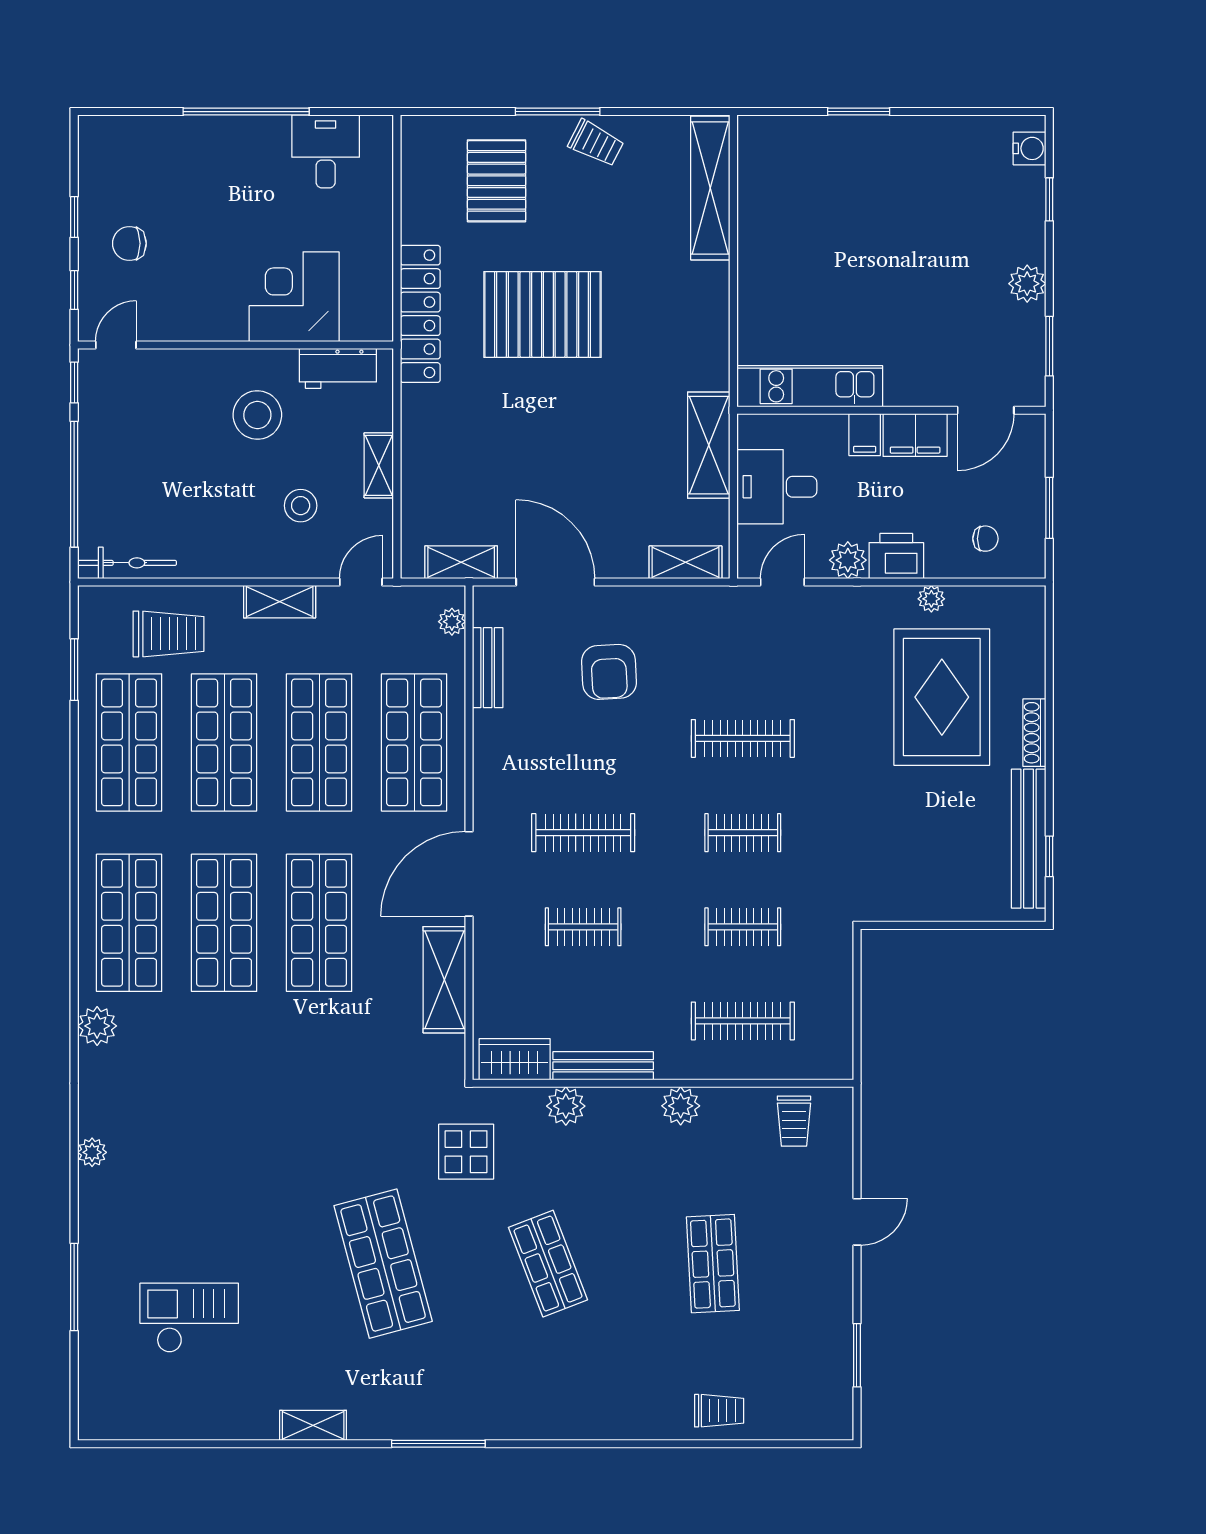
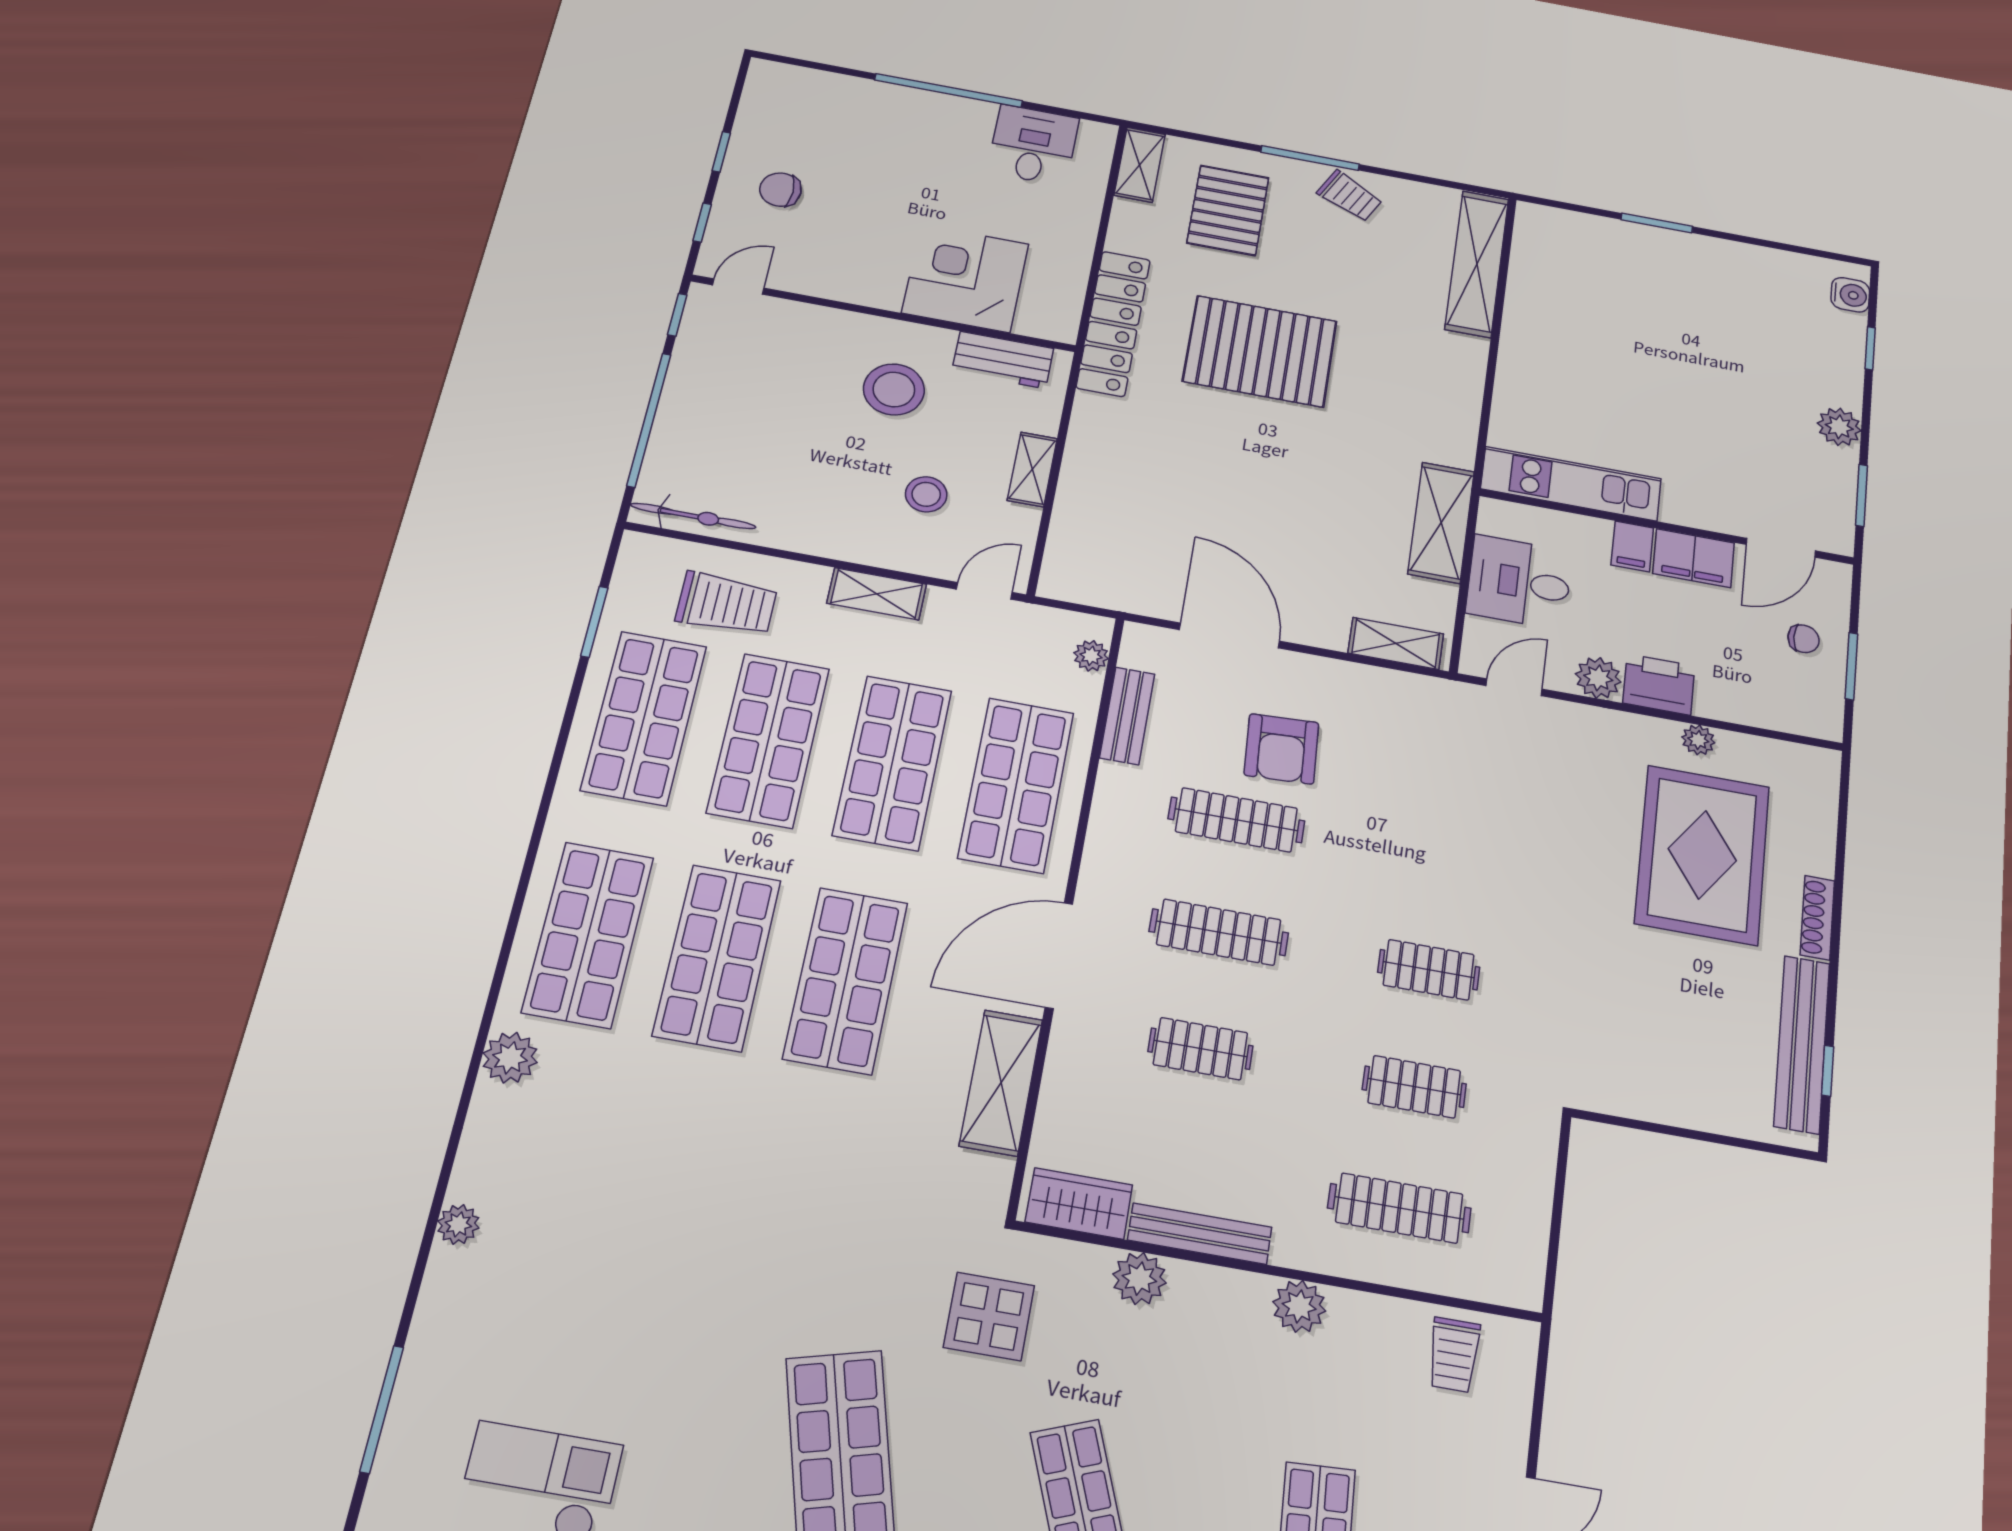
chair: (985, 539) -> (1804, 639), moved
shelving: (461, 562) -> (1140, 165), moved, turned 90
clothes rail: (743, 738) -> (1236, 820), moved

